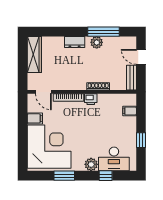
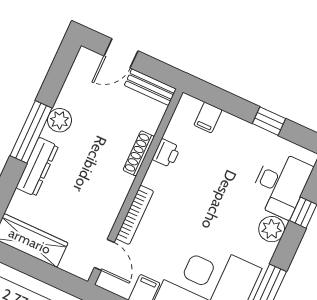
window: (104, 32) -> (31, 132), moved
dresser: (75, 42) -> (37, 167), width x1.44
door: (43, 92) -> (104, 255), hinge flipped
printer: (91, 99) -> (166, 153), moved

